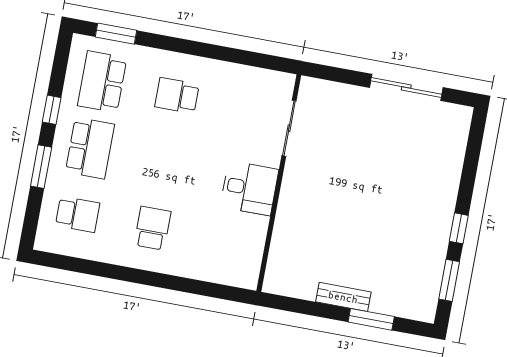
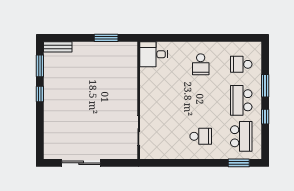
desk: (249, 188) -> (154, 54), moved
bench: (343, 297) -> (58, 47), moved
window: (371, 319) -> (106, 38), moved

